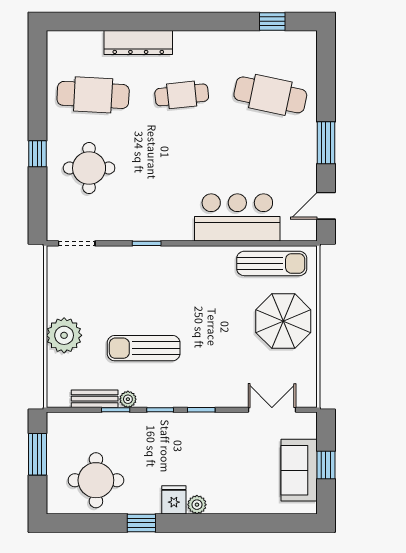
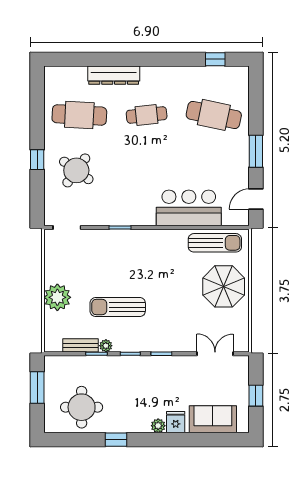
round table: (89, 168) -> (76, 170), turned 36
sofa: (299, 470) -> (213, 419), moved, turned 90
fridge: (174, 500) -> (176, 422), moved

